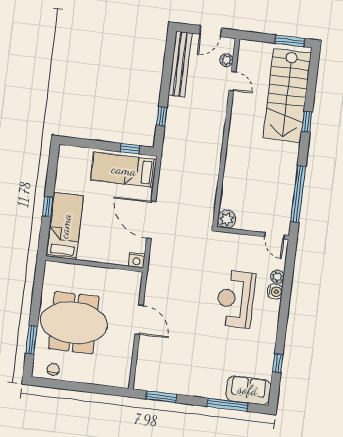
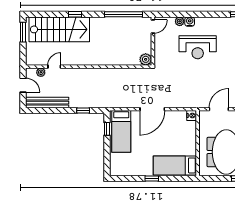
bed: (65, 226) -> (175, 165), moved
nightstand: (137, 260) -> (192, 116), moved
wall: (94, 264) -> (198, 143), moved

